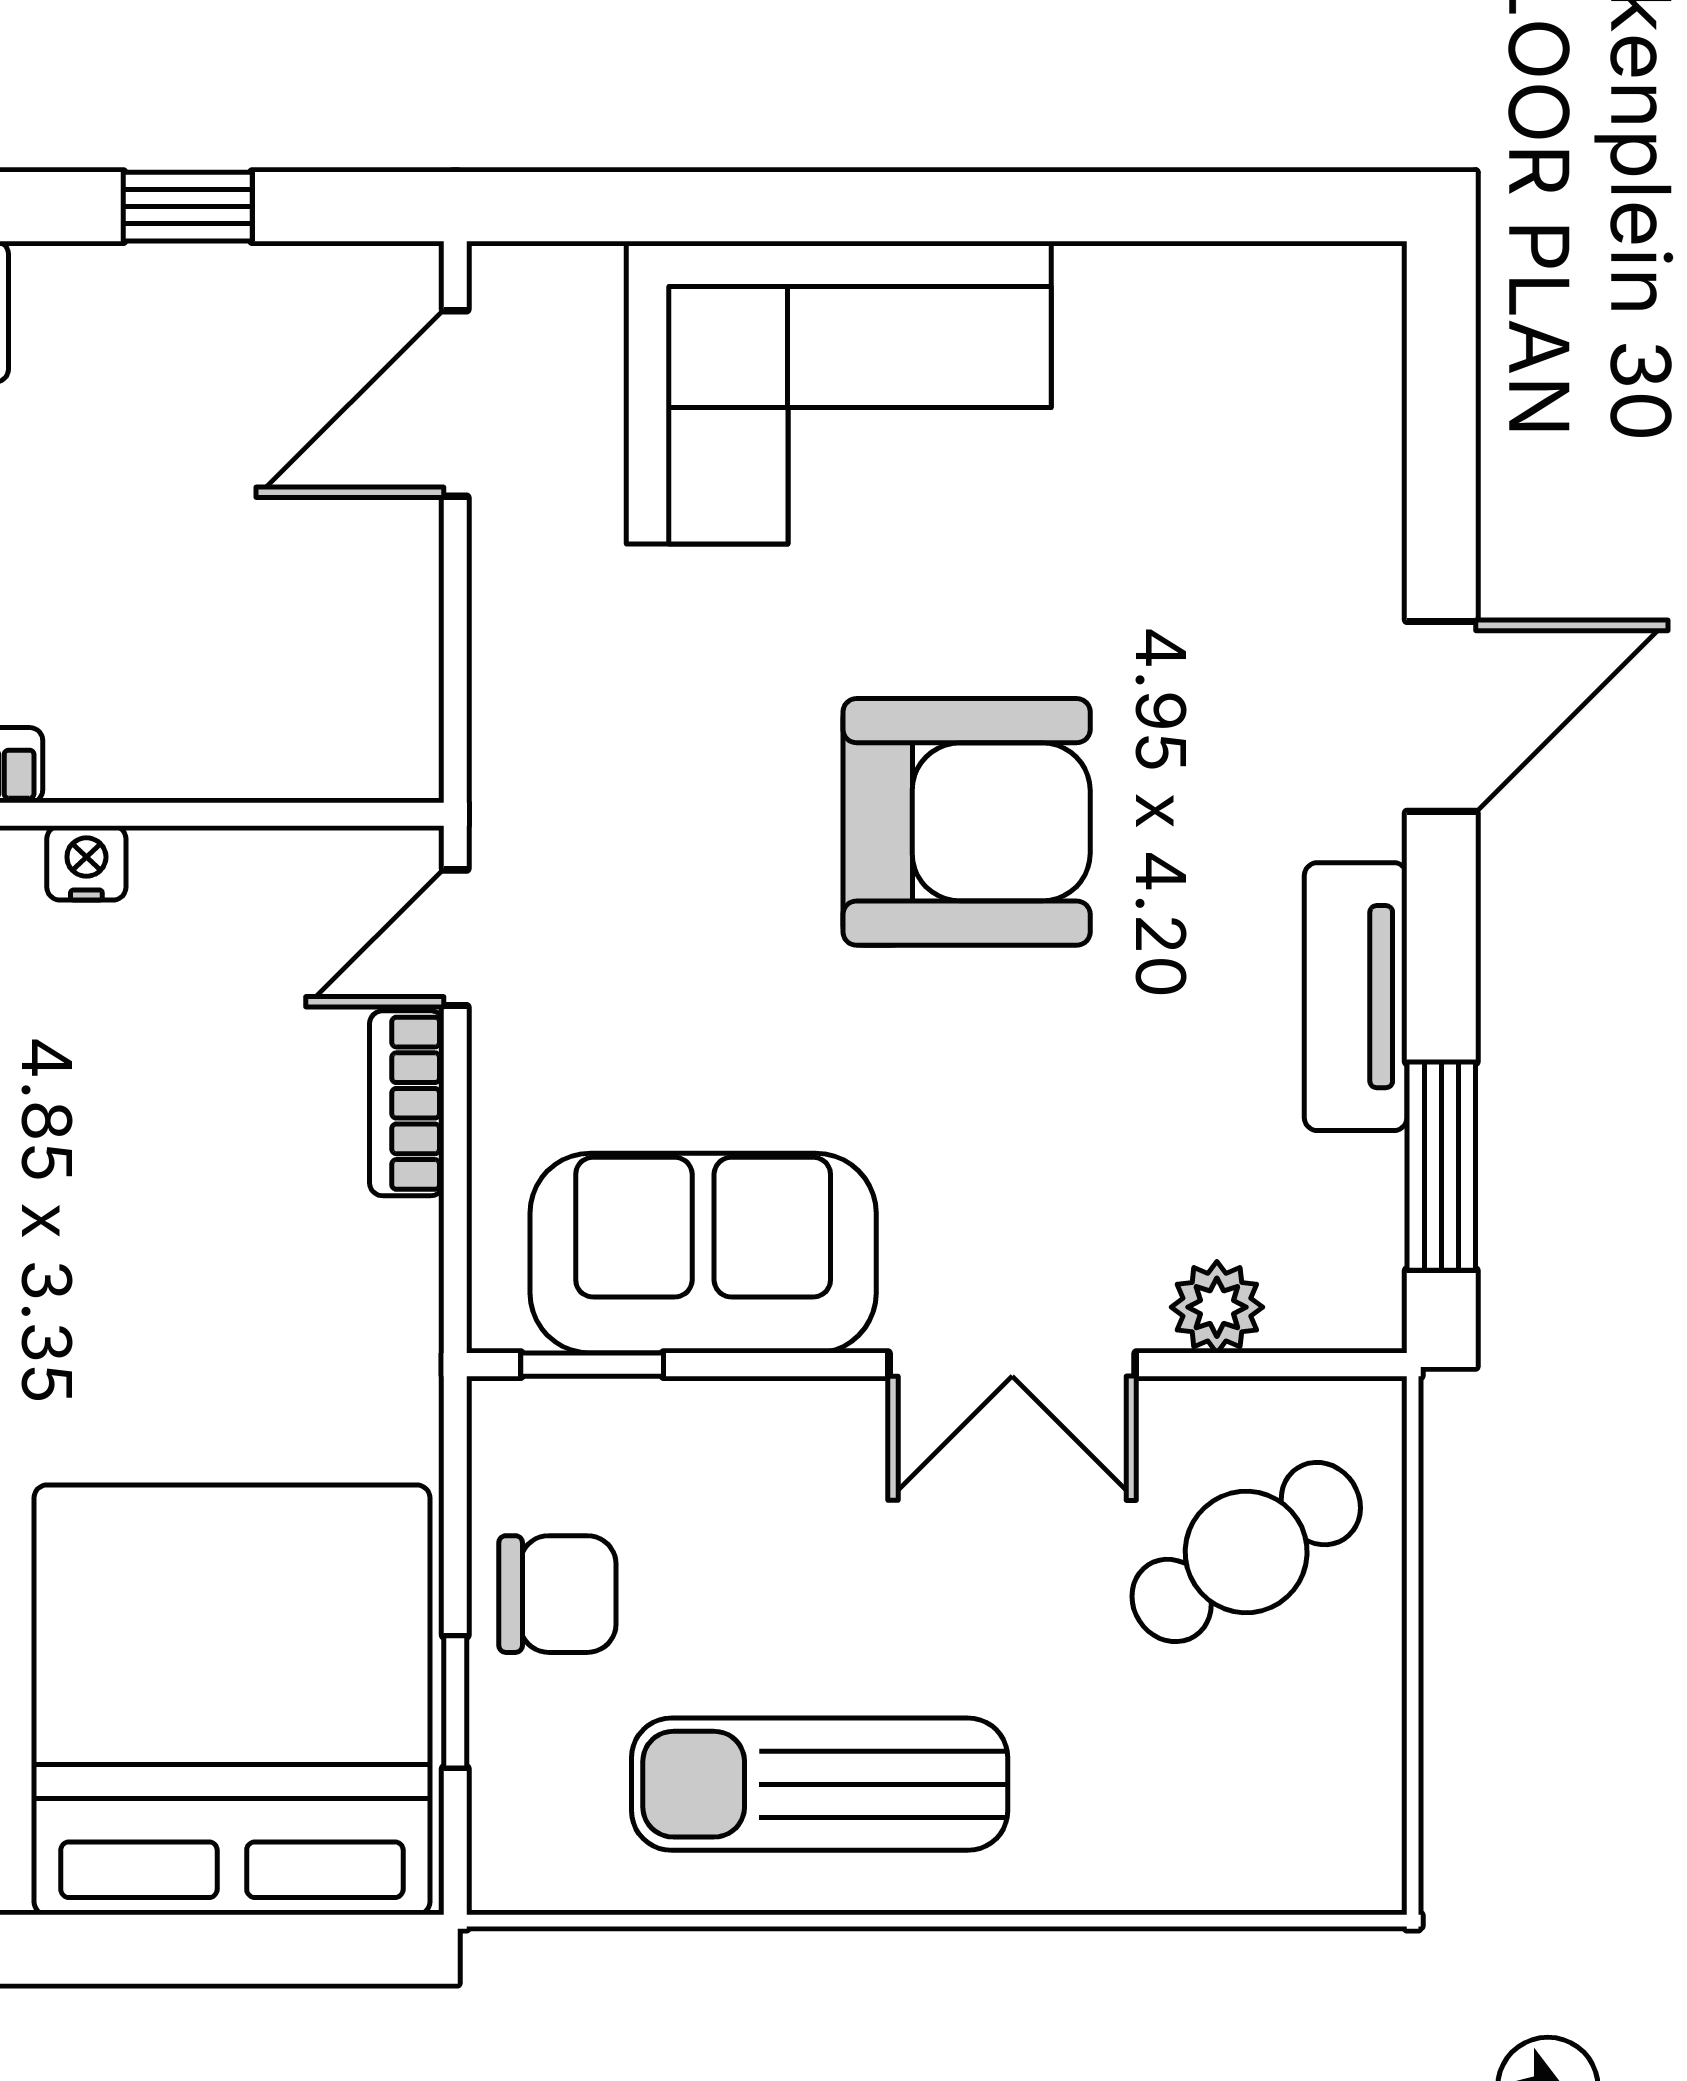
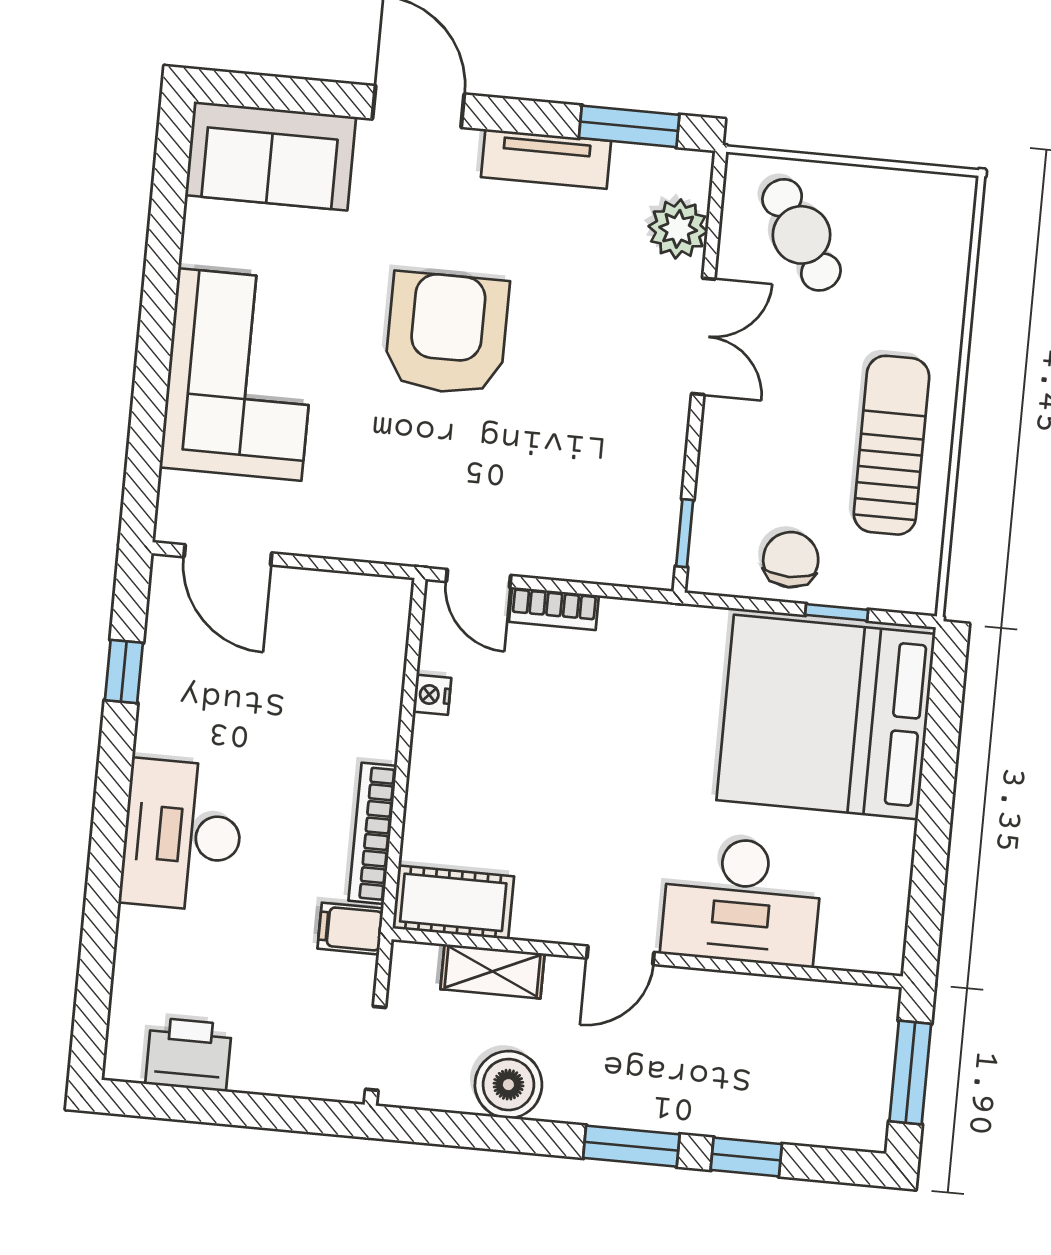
nightstand: (86, 863) -> (432, 695), moved
sofa: (703, 1253) -> (271, 156), moved, turned -90
plant: (1217, 1307) -> (678, 229), width x1.38, depth x1.38
sun lounger: (820, 1784) -> (891, 445), turned 180

